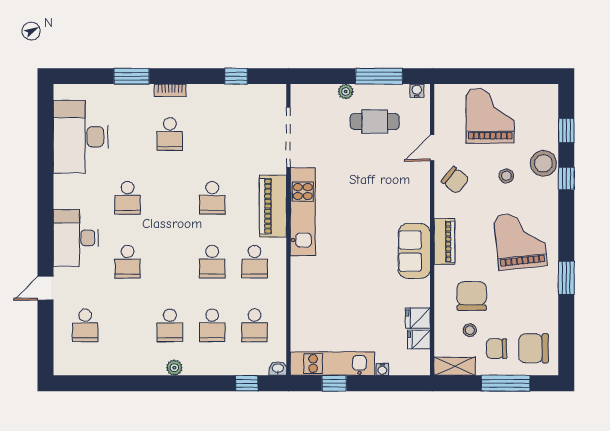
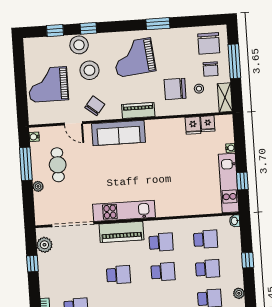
plant: (262, 95) -> (44, 245), added
stool: (506, 176) -> (89, 70), width x1.89, depth x1.89
sofa: (414, 251) -> (118, 133), moved, width x1.36
window: (247, 383) -> (248, 260), moved

